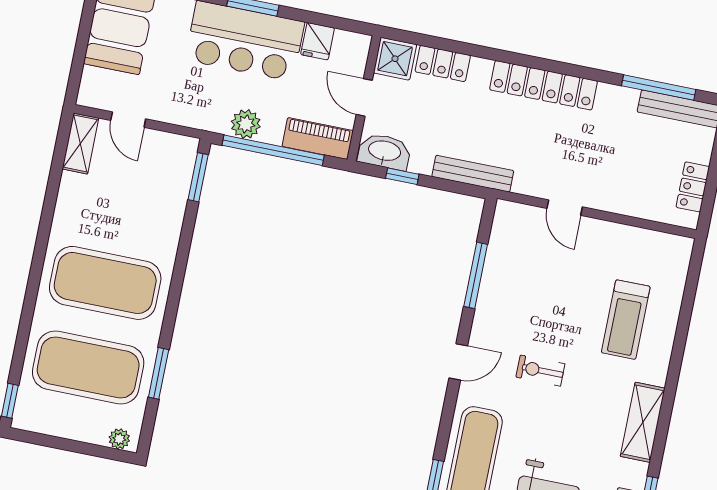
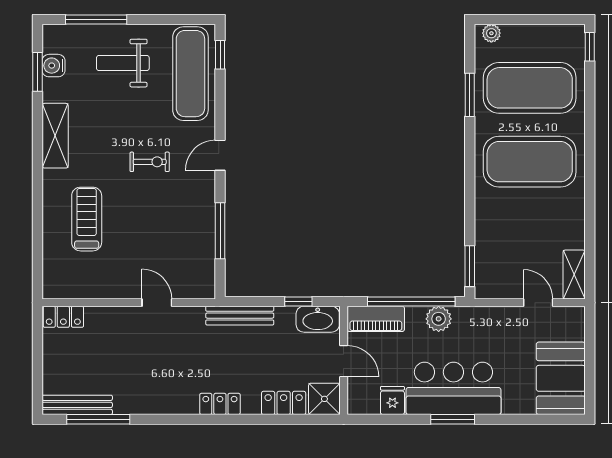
locker: (544, 85) -> (220, 404), width x0.46, depth x0.83
locker: (693, 187) -> (63, 317), moved, turned 90

